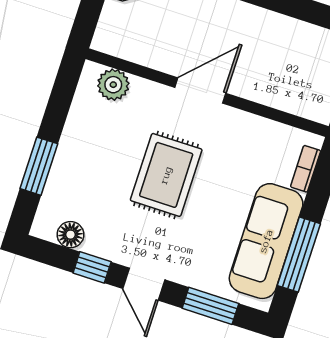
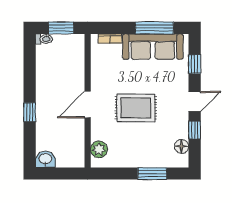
door: (200, 90) -> (88, 105), hinge flipped
window: (210, 306) -> (195, 64), width x0.67

